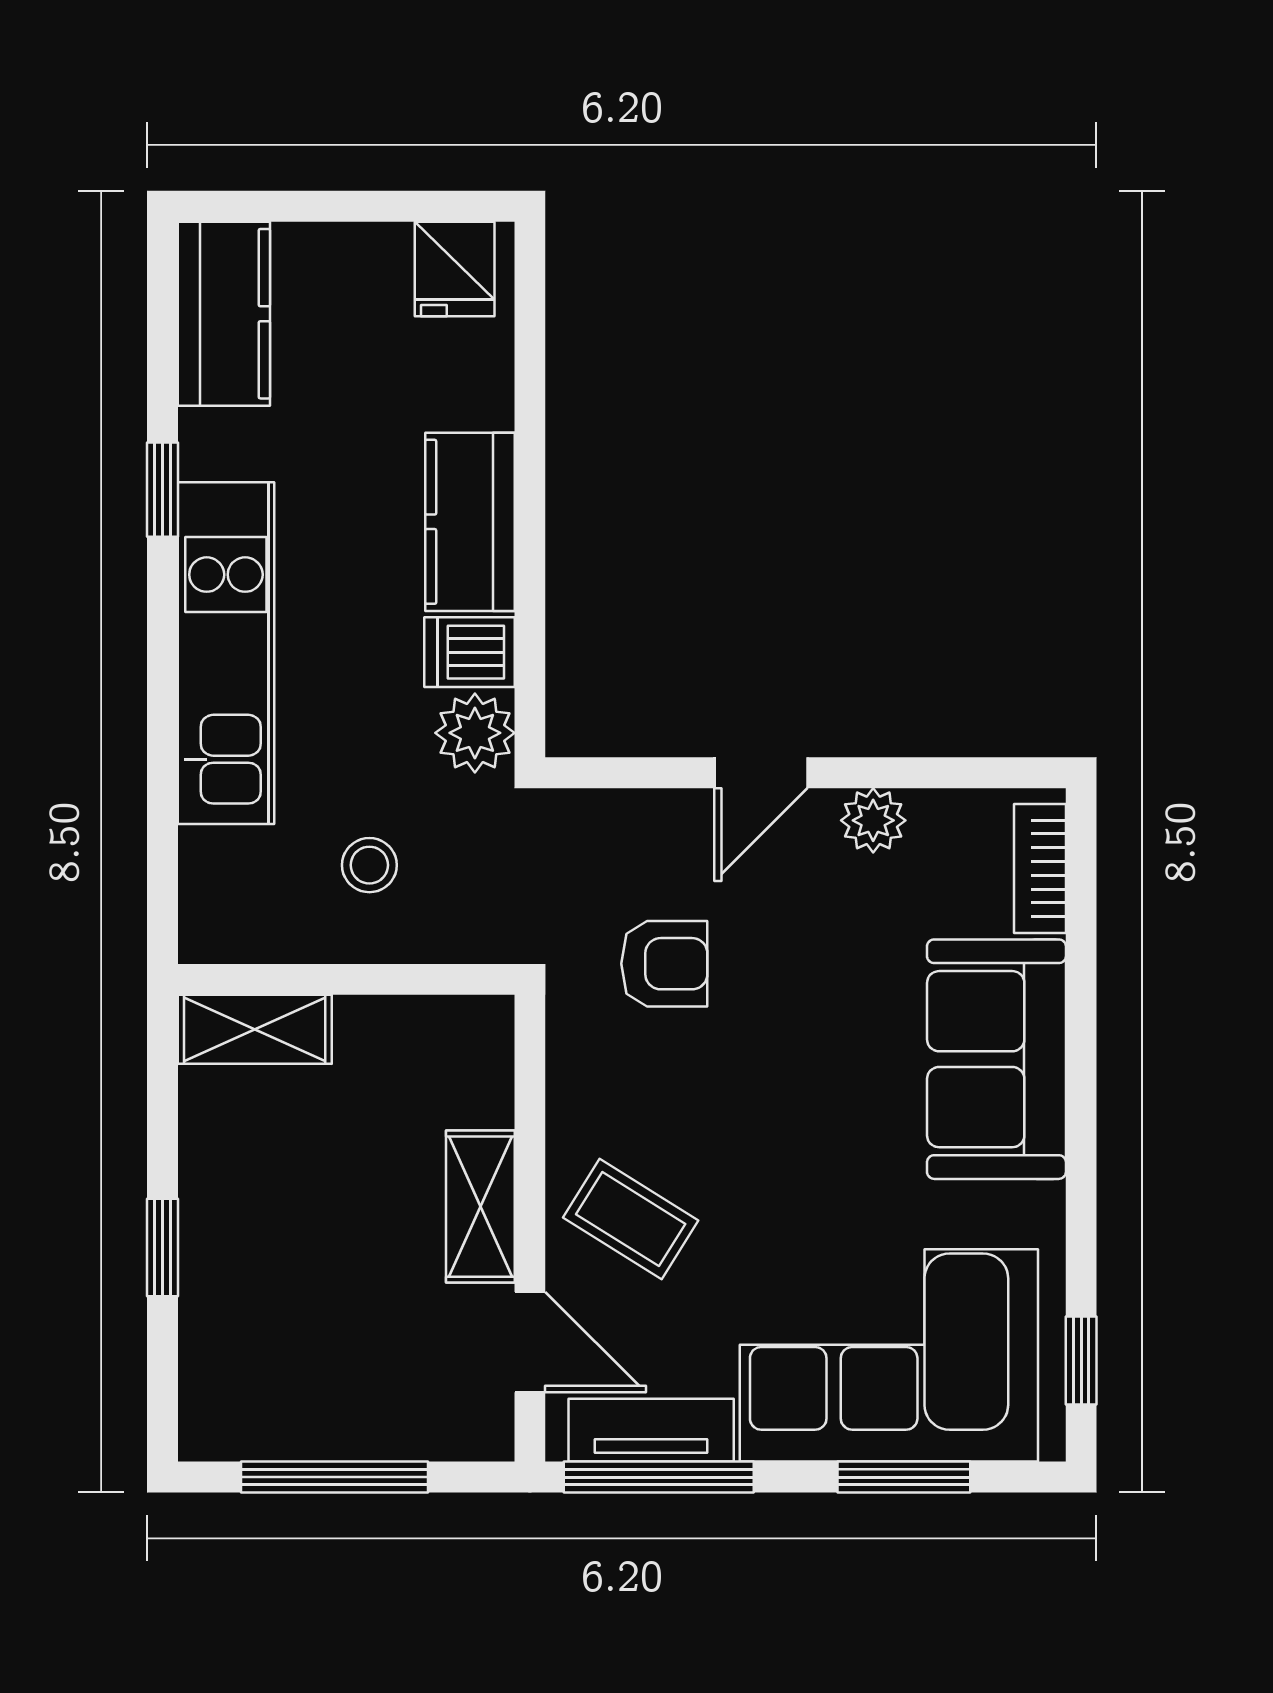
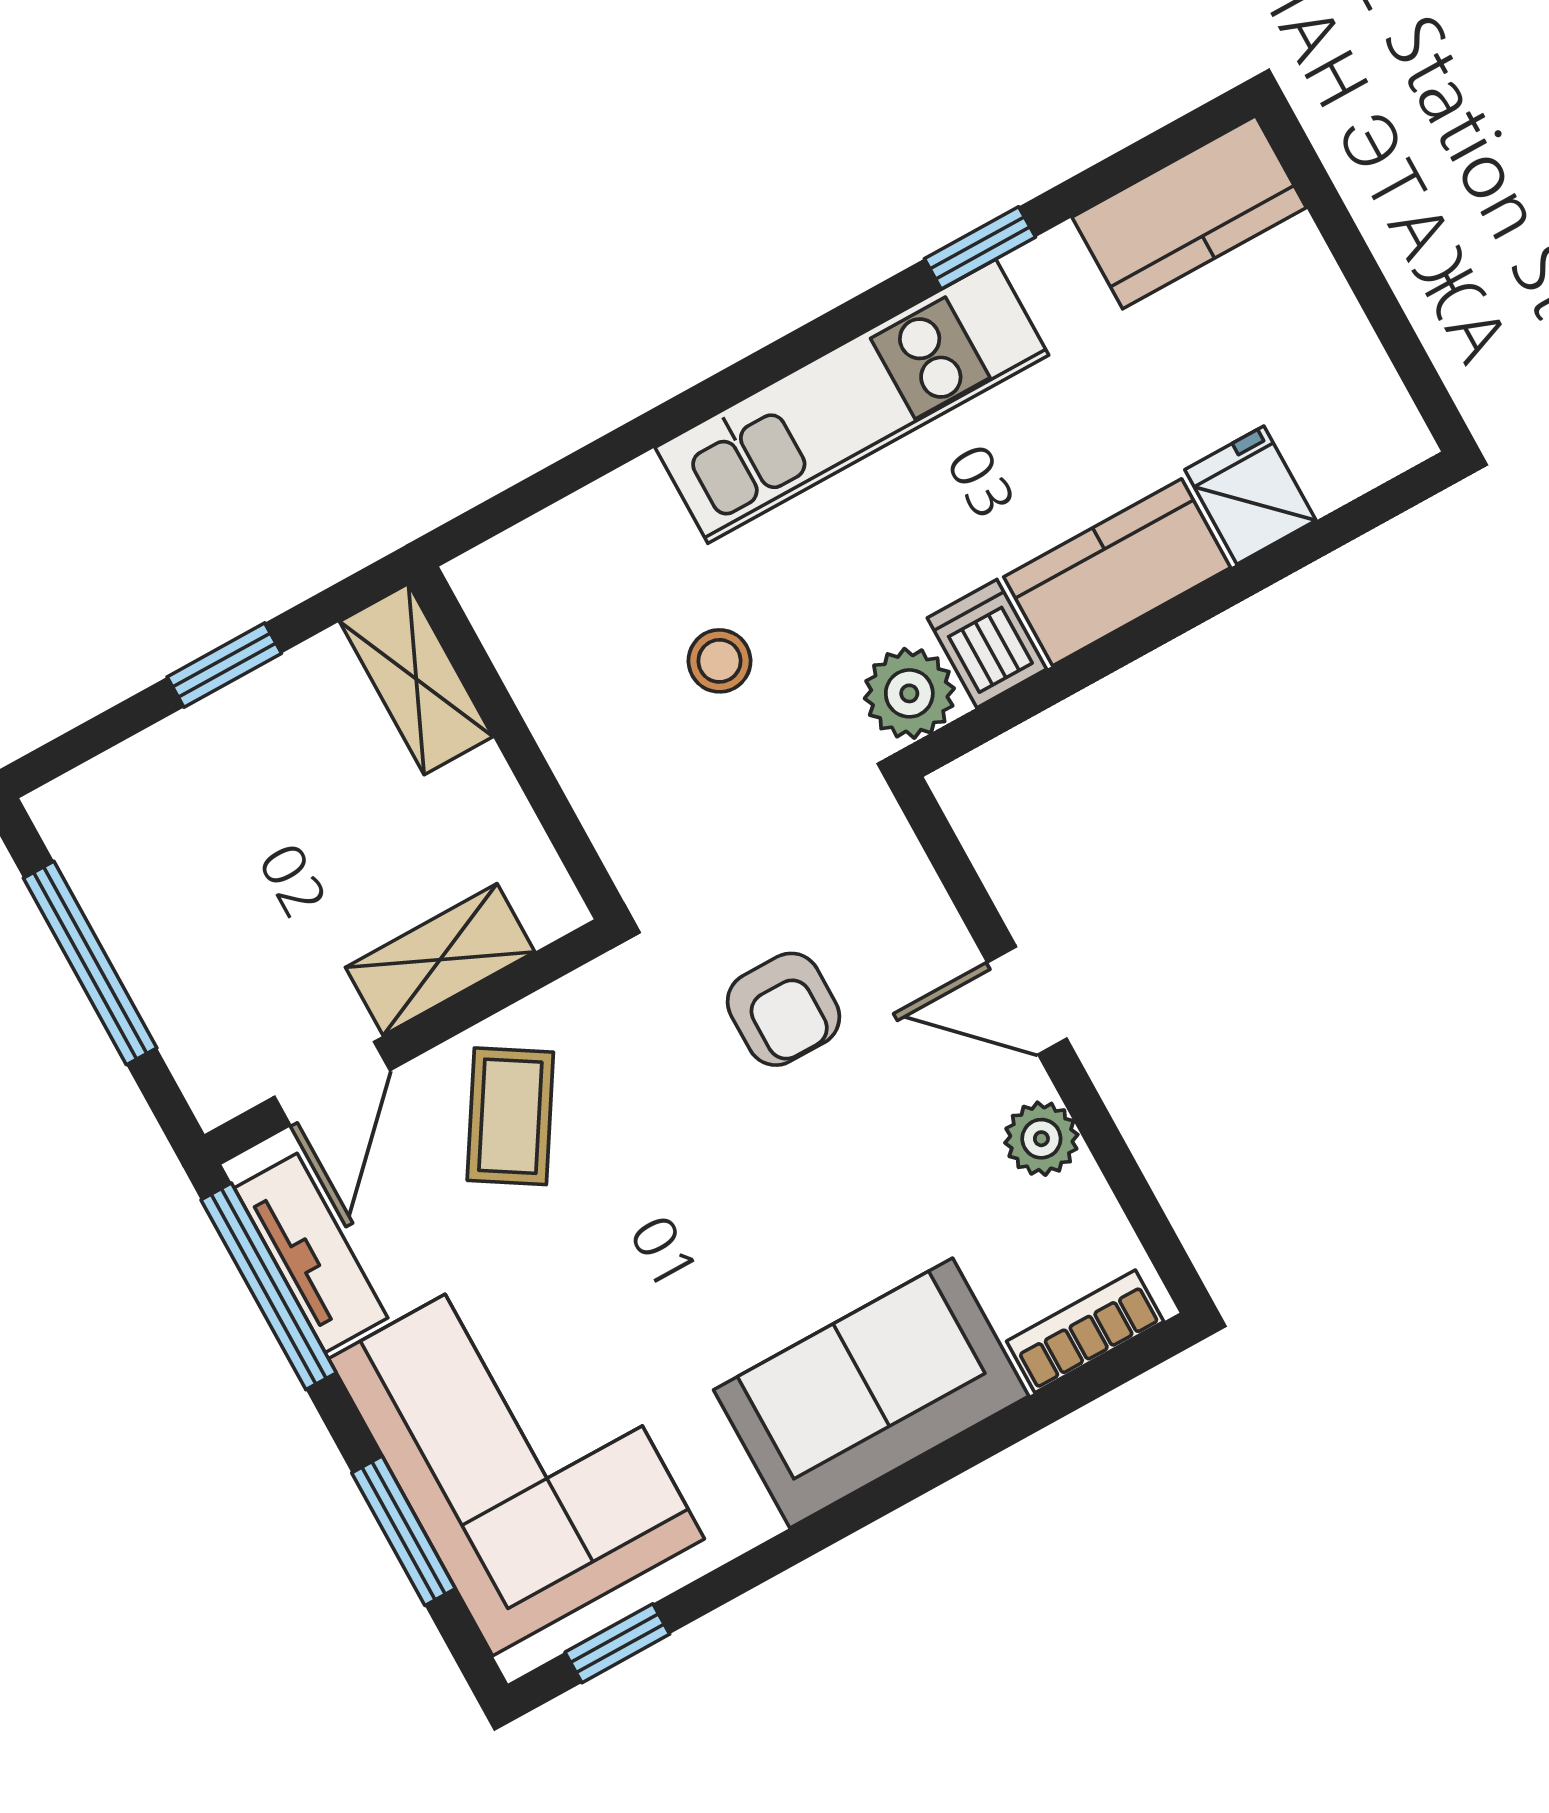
fridge: (455, 269) -> (1250, 495), moved, turned 90
wall: (346, 979) -> (516, 743), moved
shelving: (255, 1029) -> (416, 679), moved

